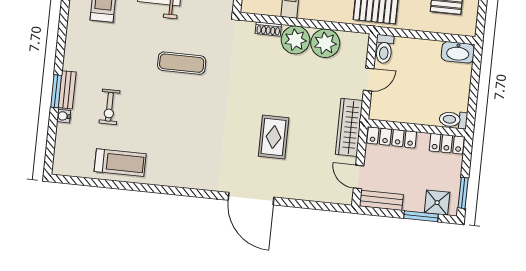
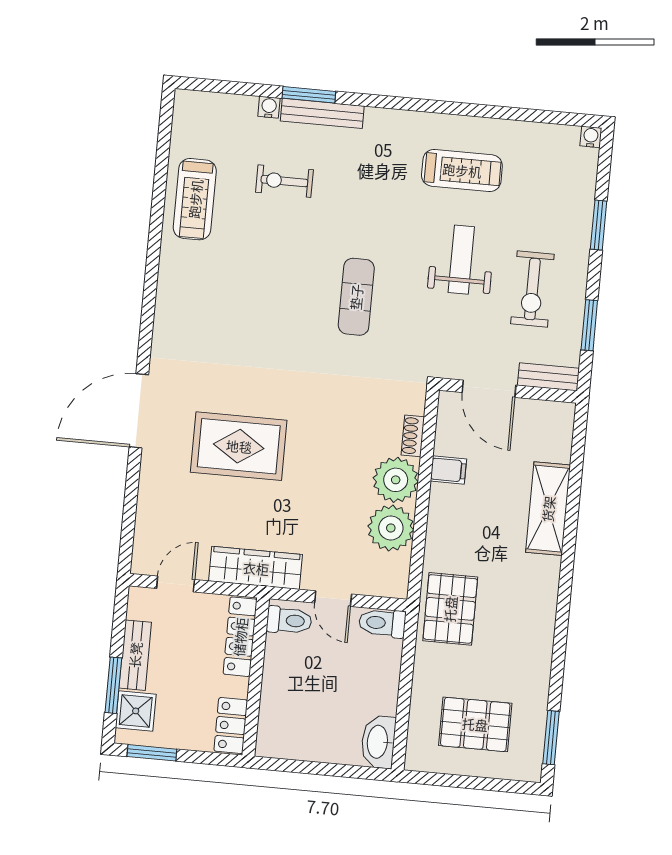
bench: (67, 90) -> (322, 113), width x1.36
toilet: (453, 120) -> (289, 620), moved, turned 90
rug: (274, 137) -> (239, 446), width x1.36, depth x1.43
bench: (381, 200) -> (135, 655), moved

